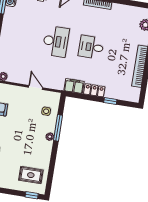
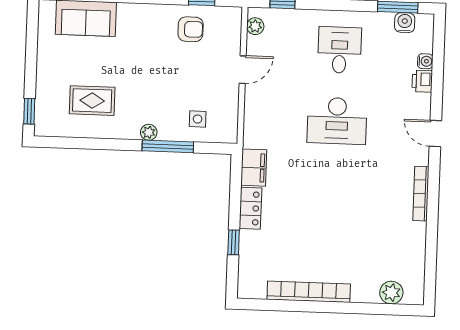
desk: (91, 47) -> (340, 50), moved
door: (36, 87) -> (243, 70), moved
rug: (31, 175) -> (92, 101), moved, turned 90

